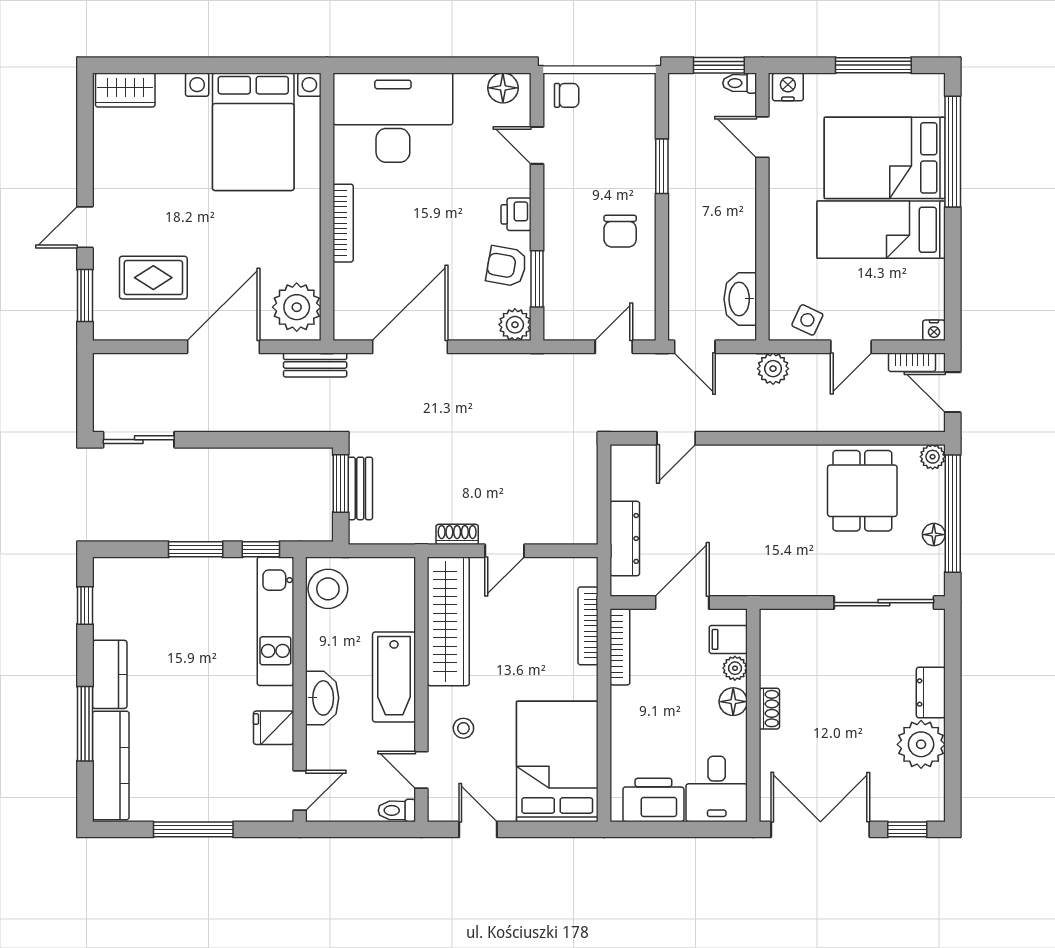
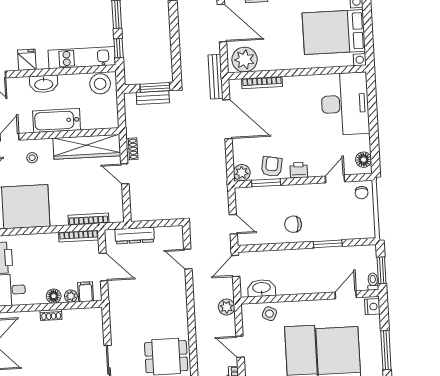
bookcase: (343, 223) -> (262, 83), moved
side table: (807, 320) -> (269, 314), moved
bench: (315, 365) -> (216, 77), width x1.36

